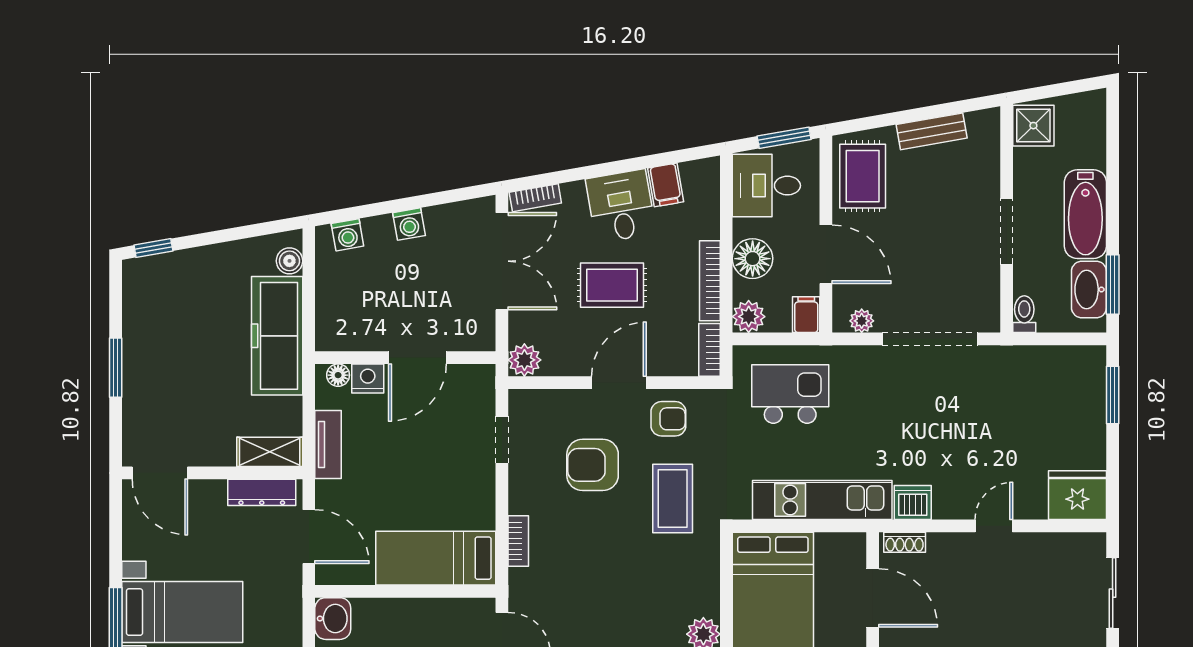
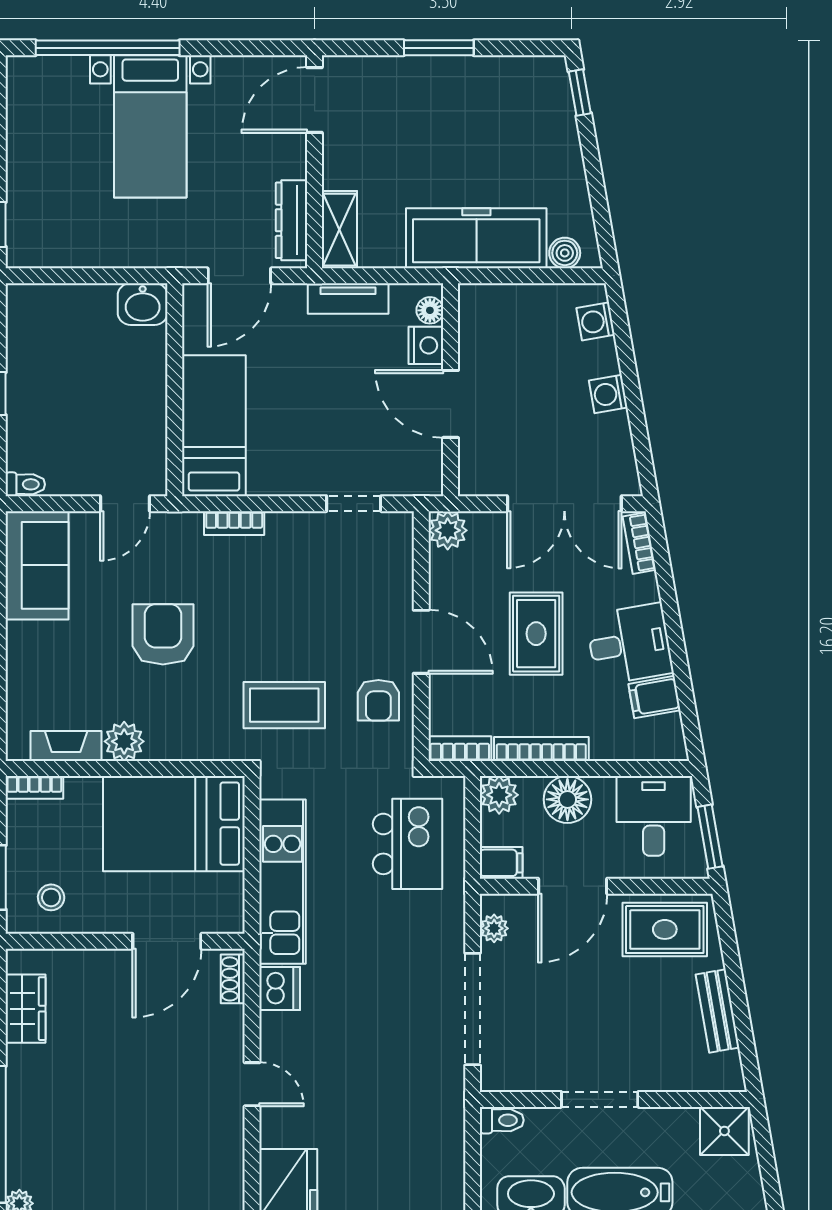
armchair: (593, 465) -> (163, 634), moved

